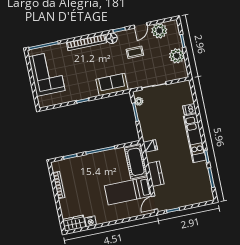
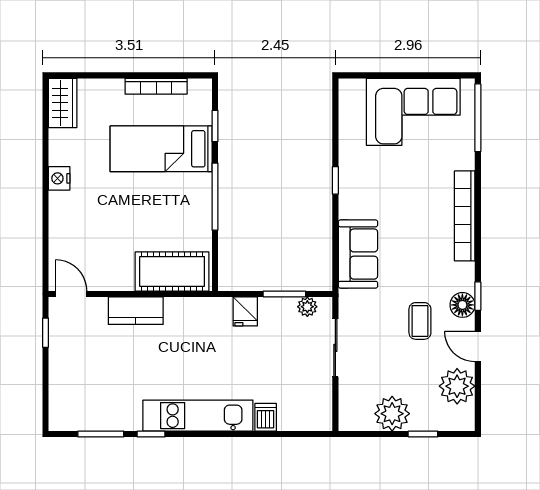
floor lamp: (112, 38) -> (462, 305), moved
fridge: (150, 146) -> (245, 311), moved
bed: (128, 191) -> (161, 149), moved, turned -90
nightstand: (91, 221) -> (59, 178), moved

